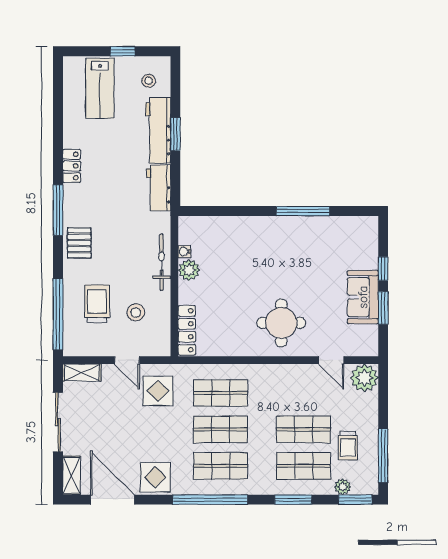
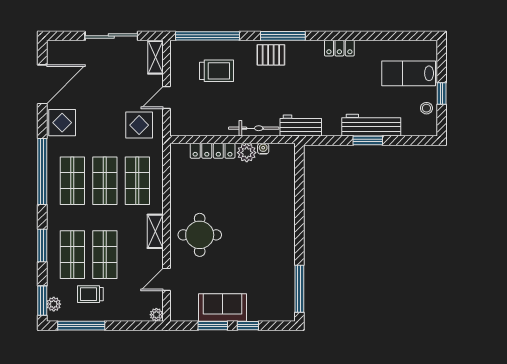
stool: (149, 81) -> (426, 108), moved
workbench: (159, 188) -> (301, 126), moved
window: (58, 210) -> (283, 36), moved
window: (303, 211) -> (299, 289), moved
stool: (136, 312) -> (209, 105), removed
locker: (187, 330) -> (213, 151), moved
plant: (364, 378) -> (156, 315), width x0.53, depth x0.53
shelving: (71, 475) -> (155, 231), moved, turned 90
plant: (343, 487) -> (54, 304), moved

